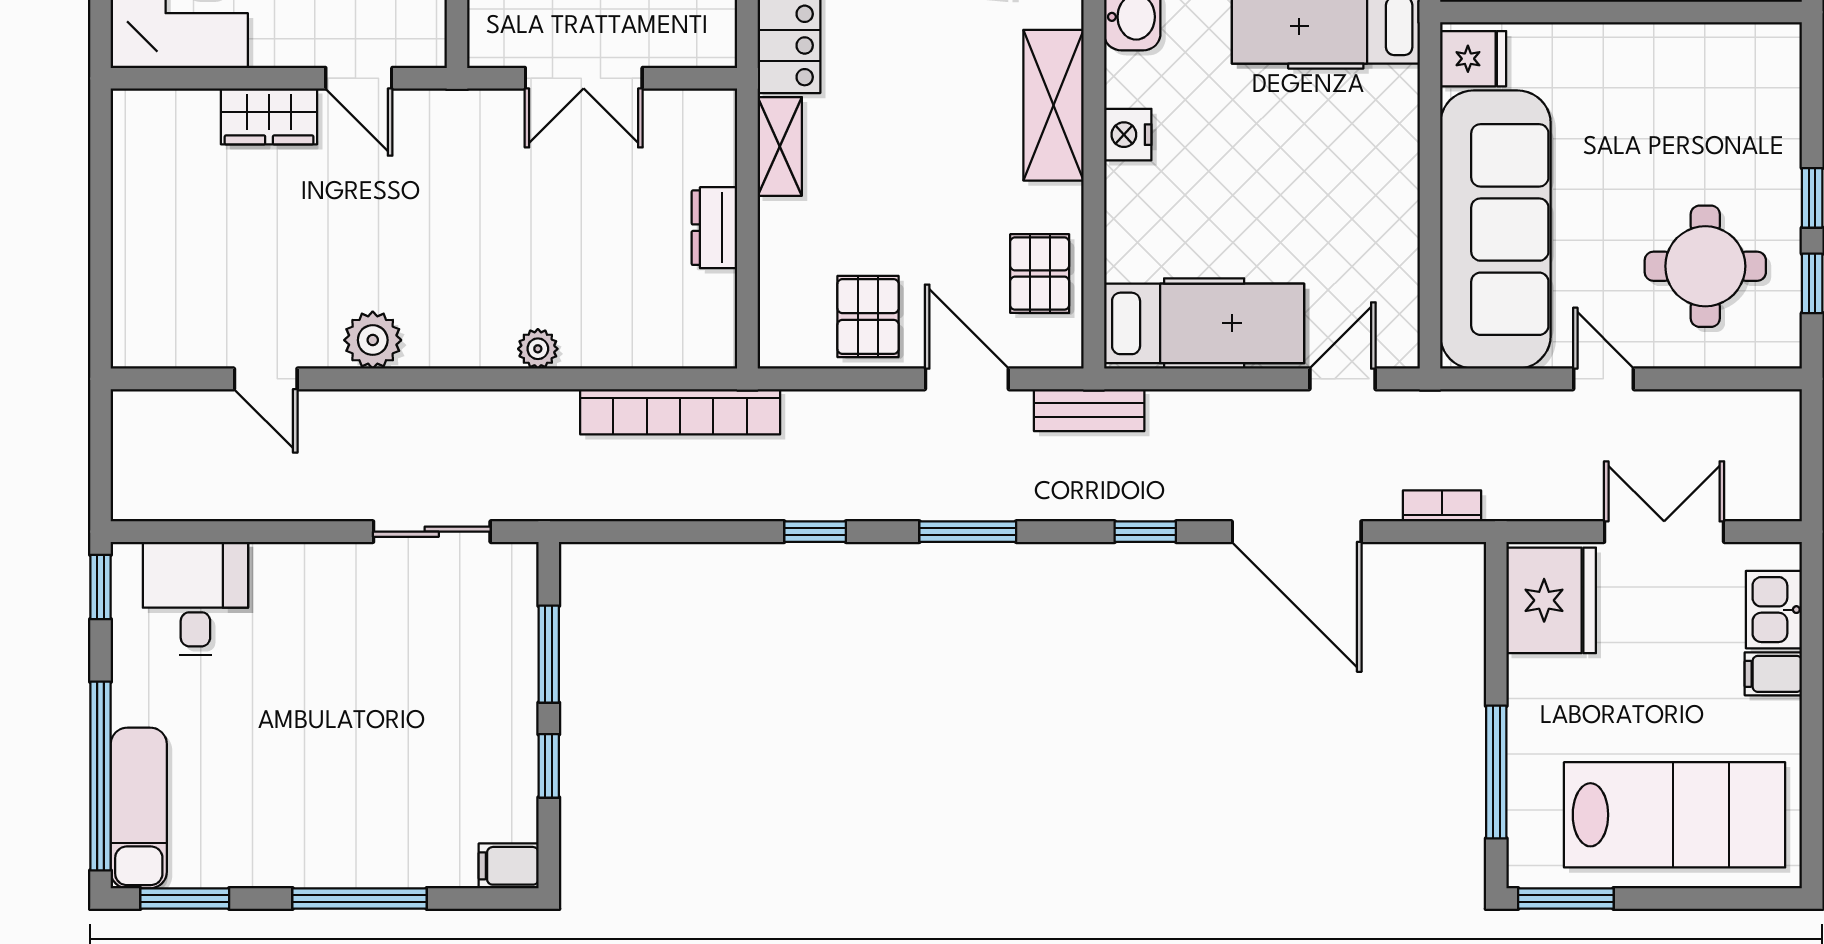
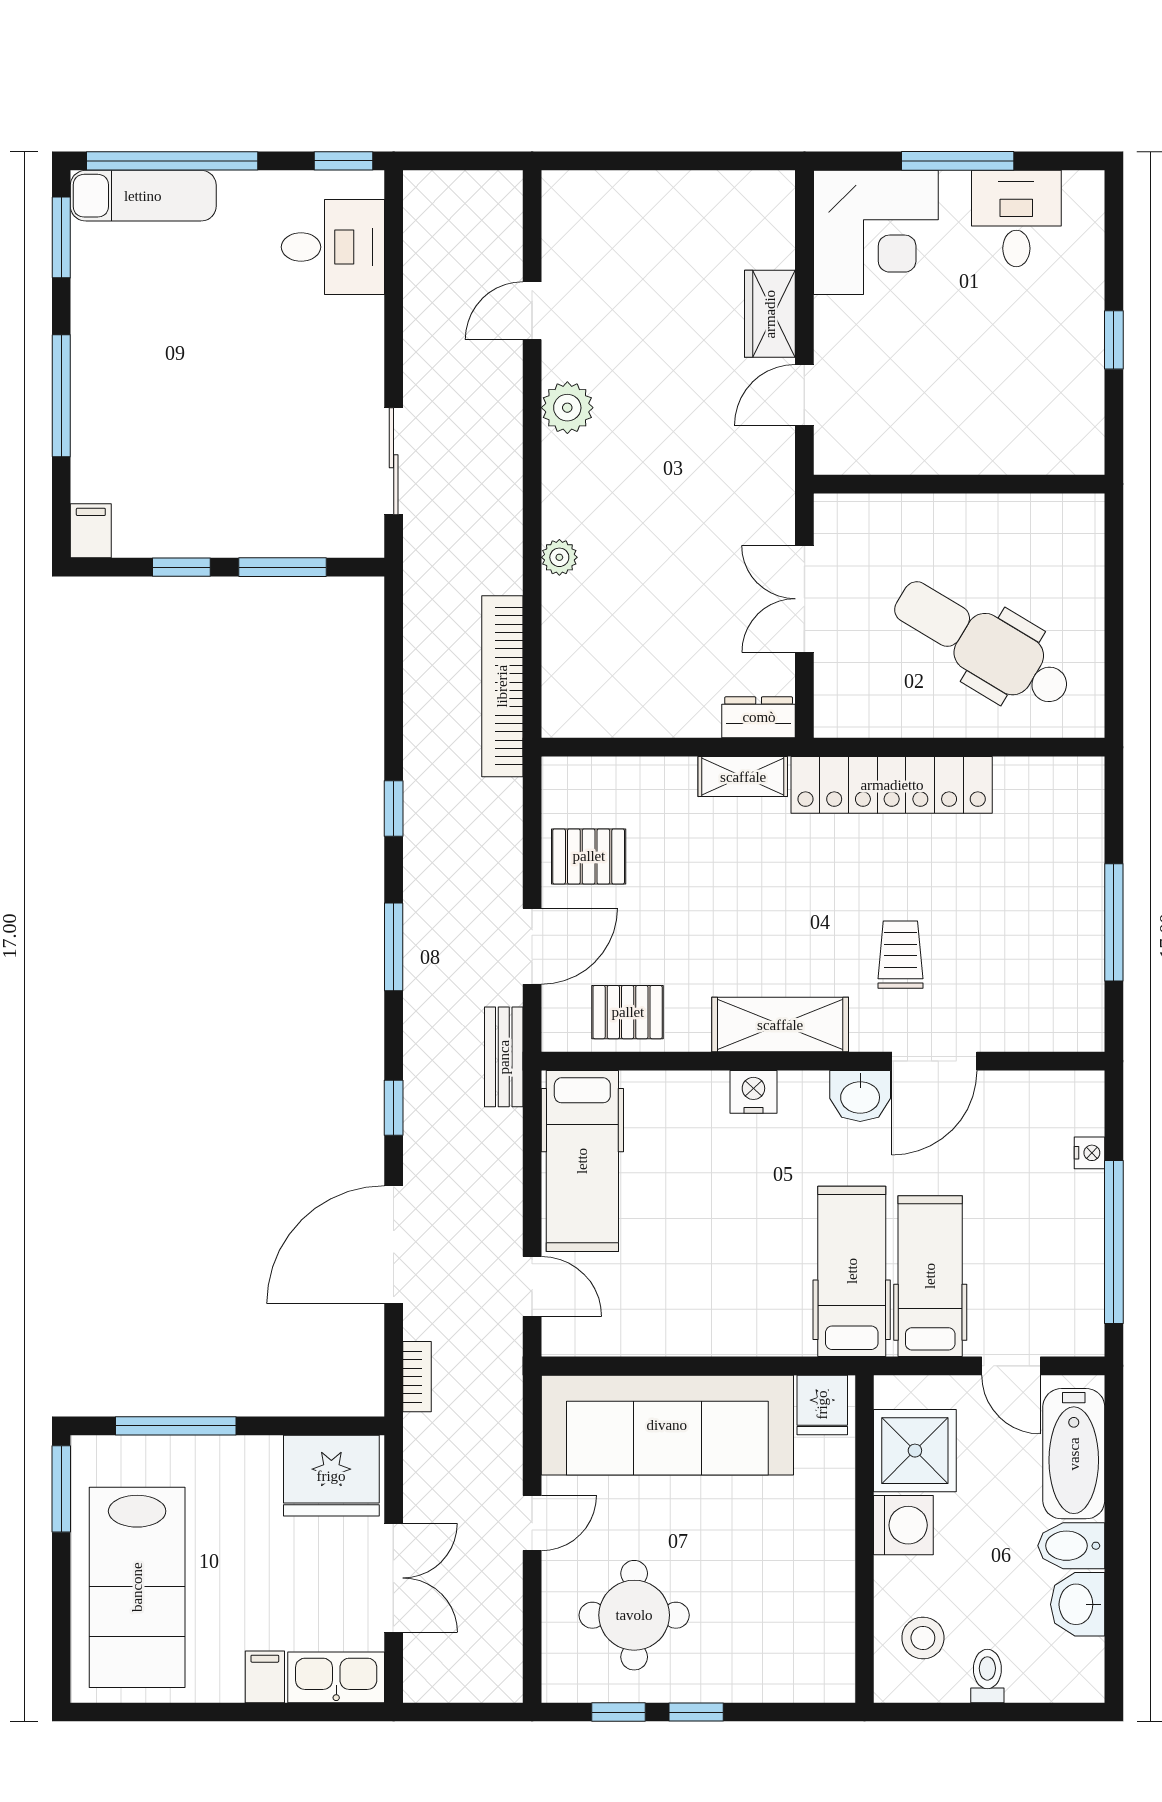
dresser: (714, 228) -> (759, 717), moved
kitchen sink: (1774, 610) -> (336, 1677), width x1.38

